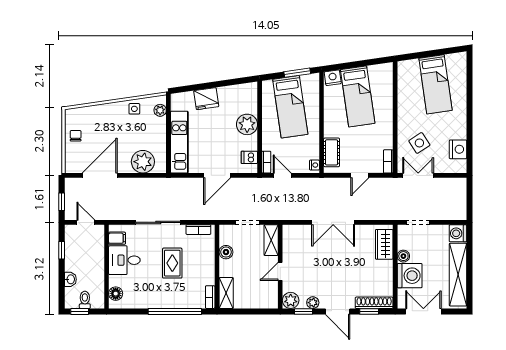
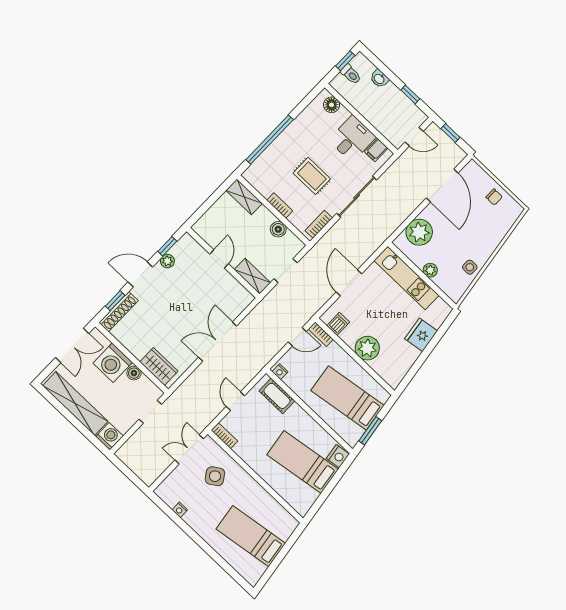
plant: (160, 110) -> (430, 270), moved
nightstand: (458, 149) -> (180, 510), width x0.53, depth x0.56
double door: (418, 175) -> (189, 449), swing flipped
bookcase: (210, 297) -> (280, 205), moved
plant: (291, 300) -> (187, 244), removed

